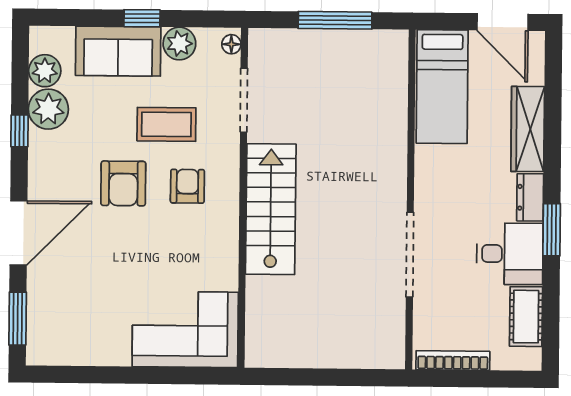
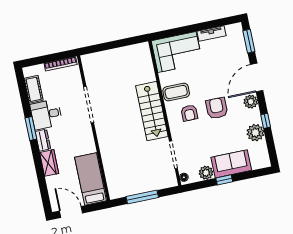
plant: (45, 71) -> (251, 102), moved
coffee table: (166, 124) -> (176, 92), moved
wardrobe: (528, 129) -> (49, 163), width x0.67
tv unit: (98, 354) -> (211, 33), added

